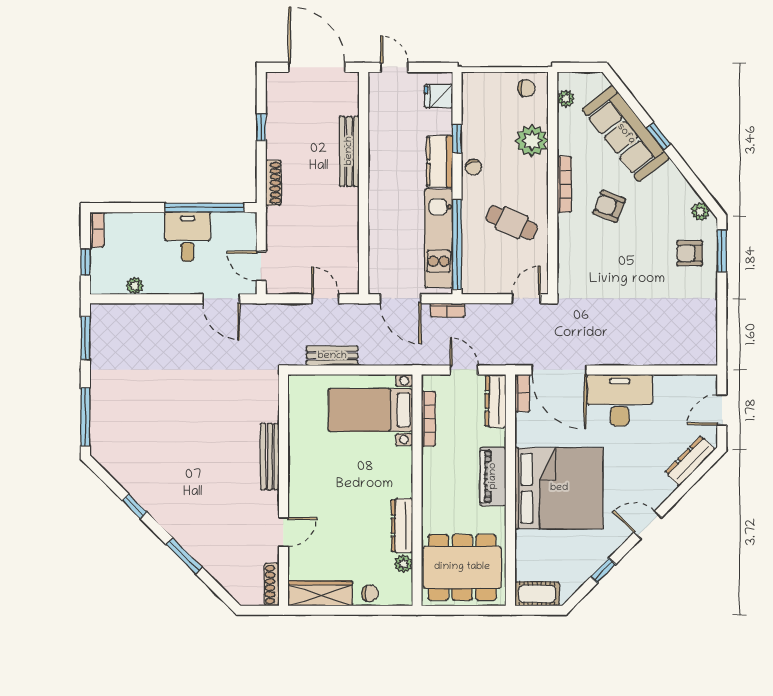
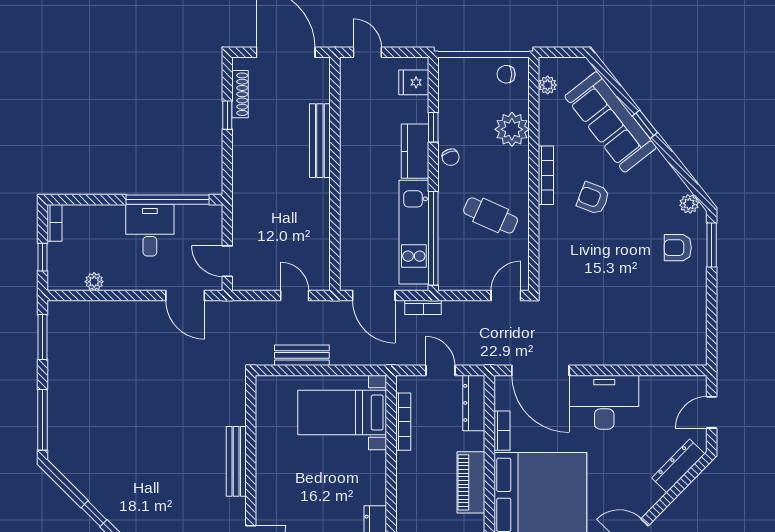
chair: (526, 88) -> (506, 74), turned 180
shoe rack: (273, 183) -> (240, 94), moved
bookcase: (522, 393) -> (502, 431), moved

